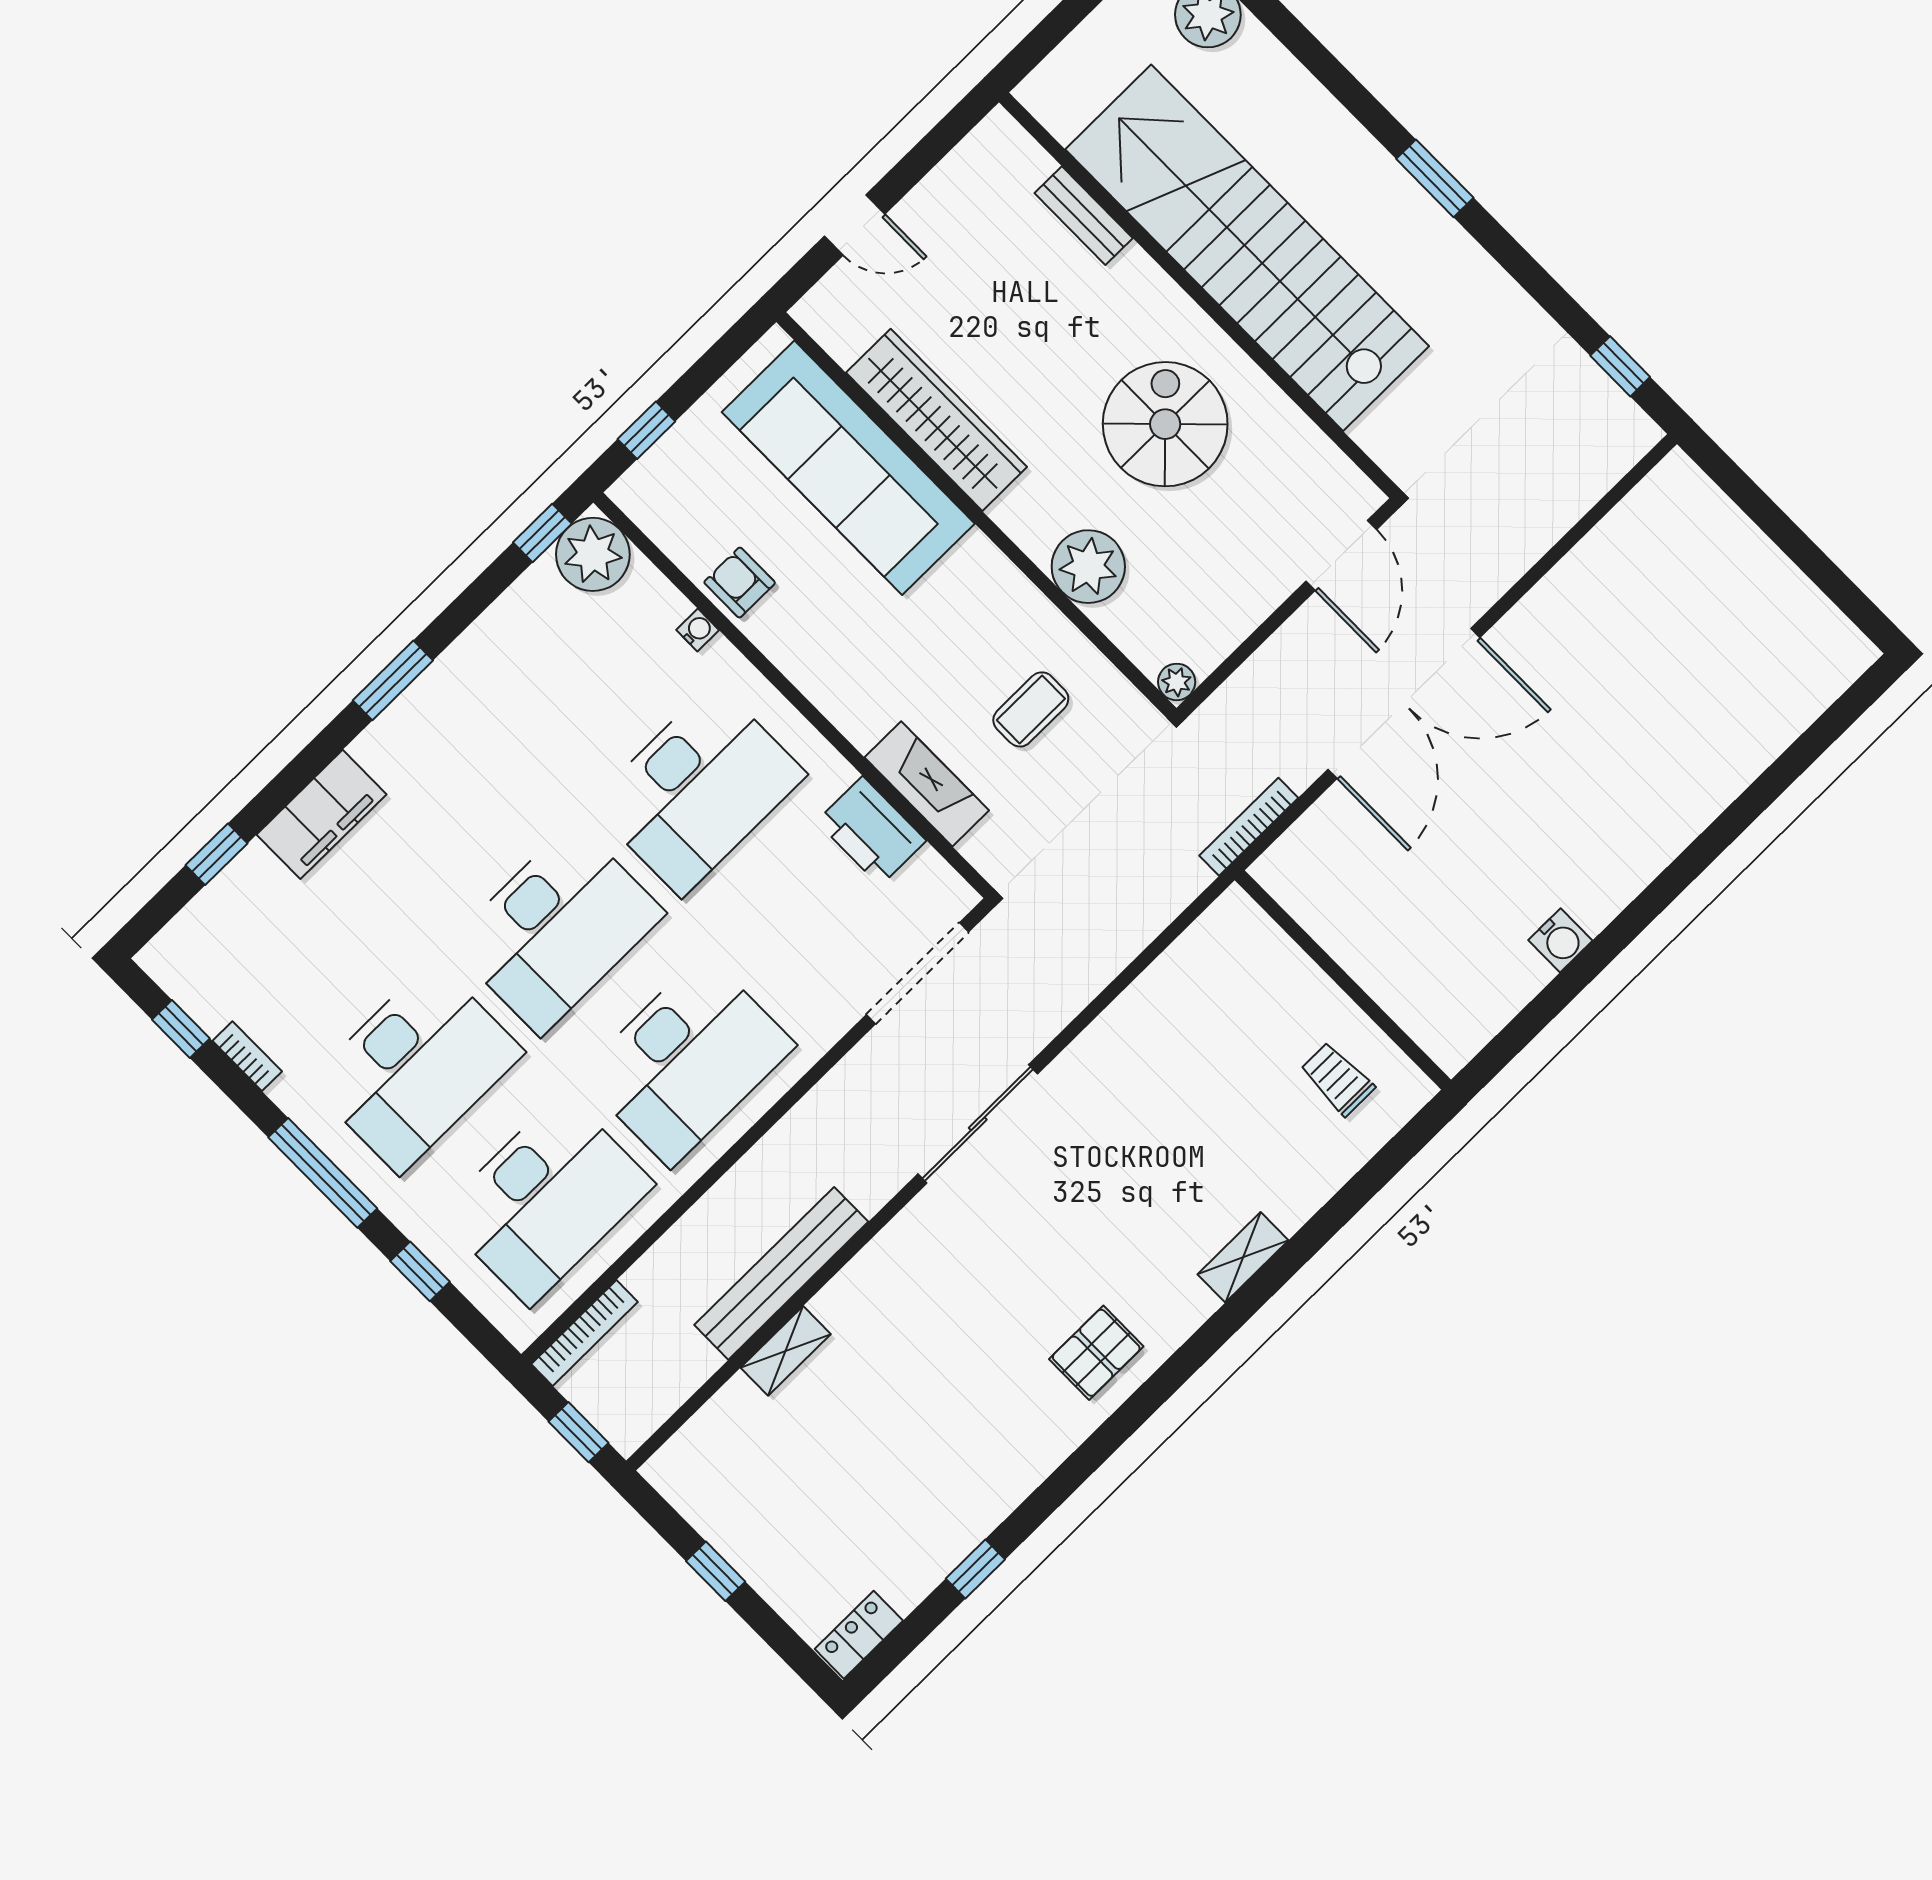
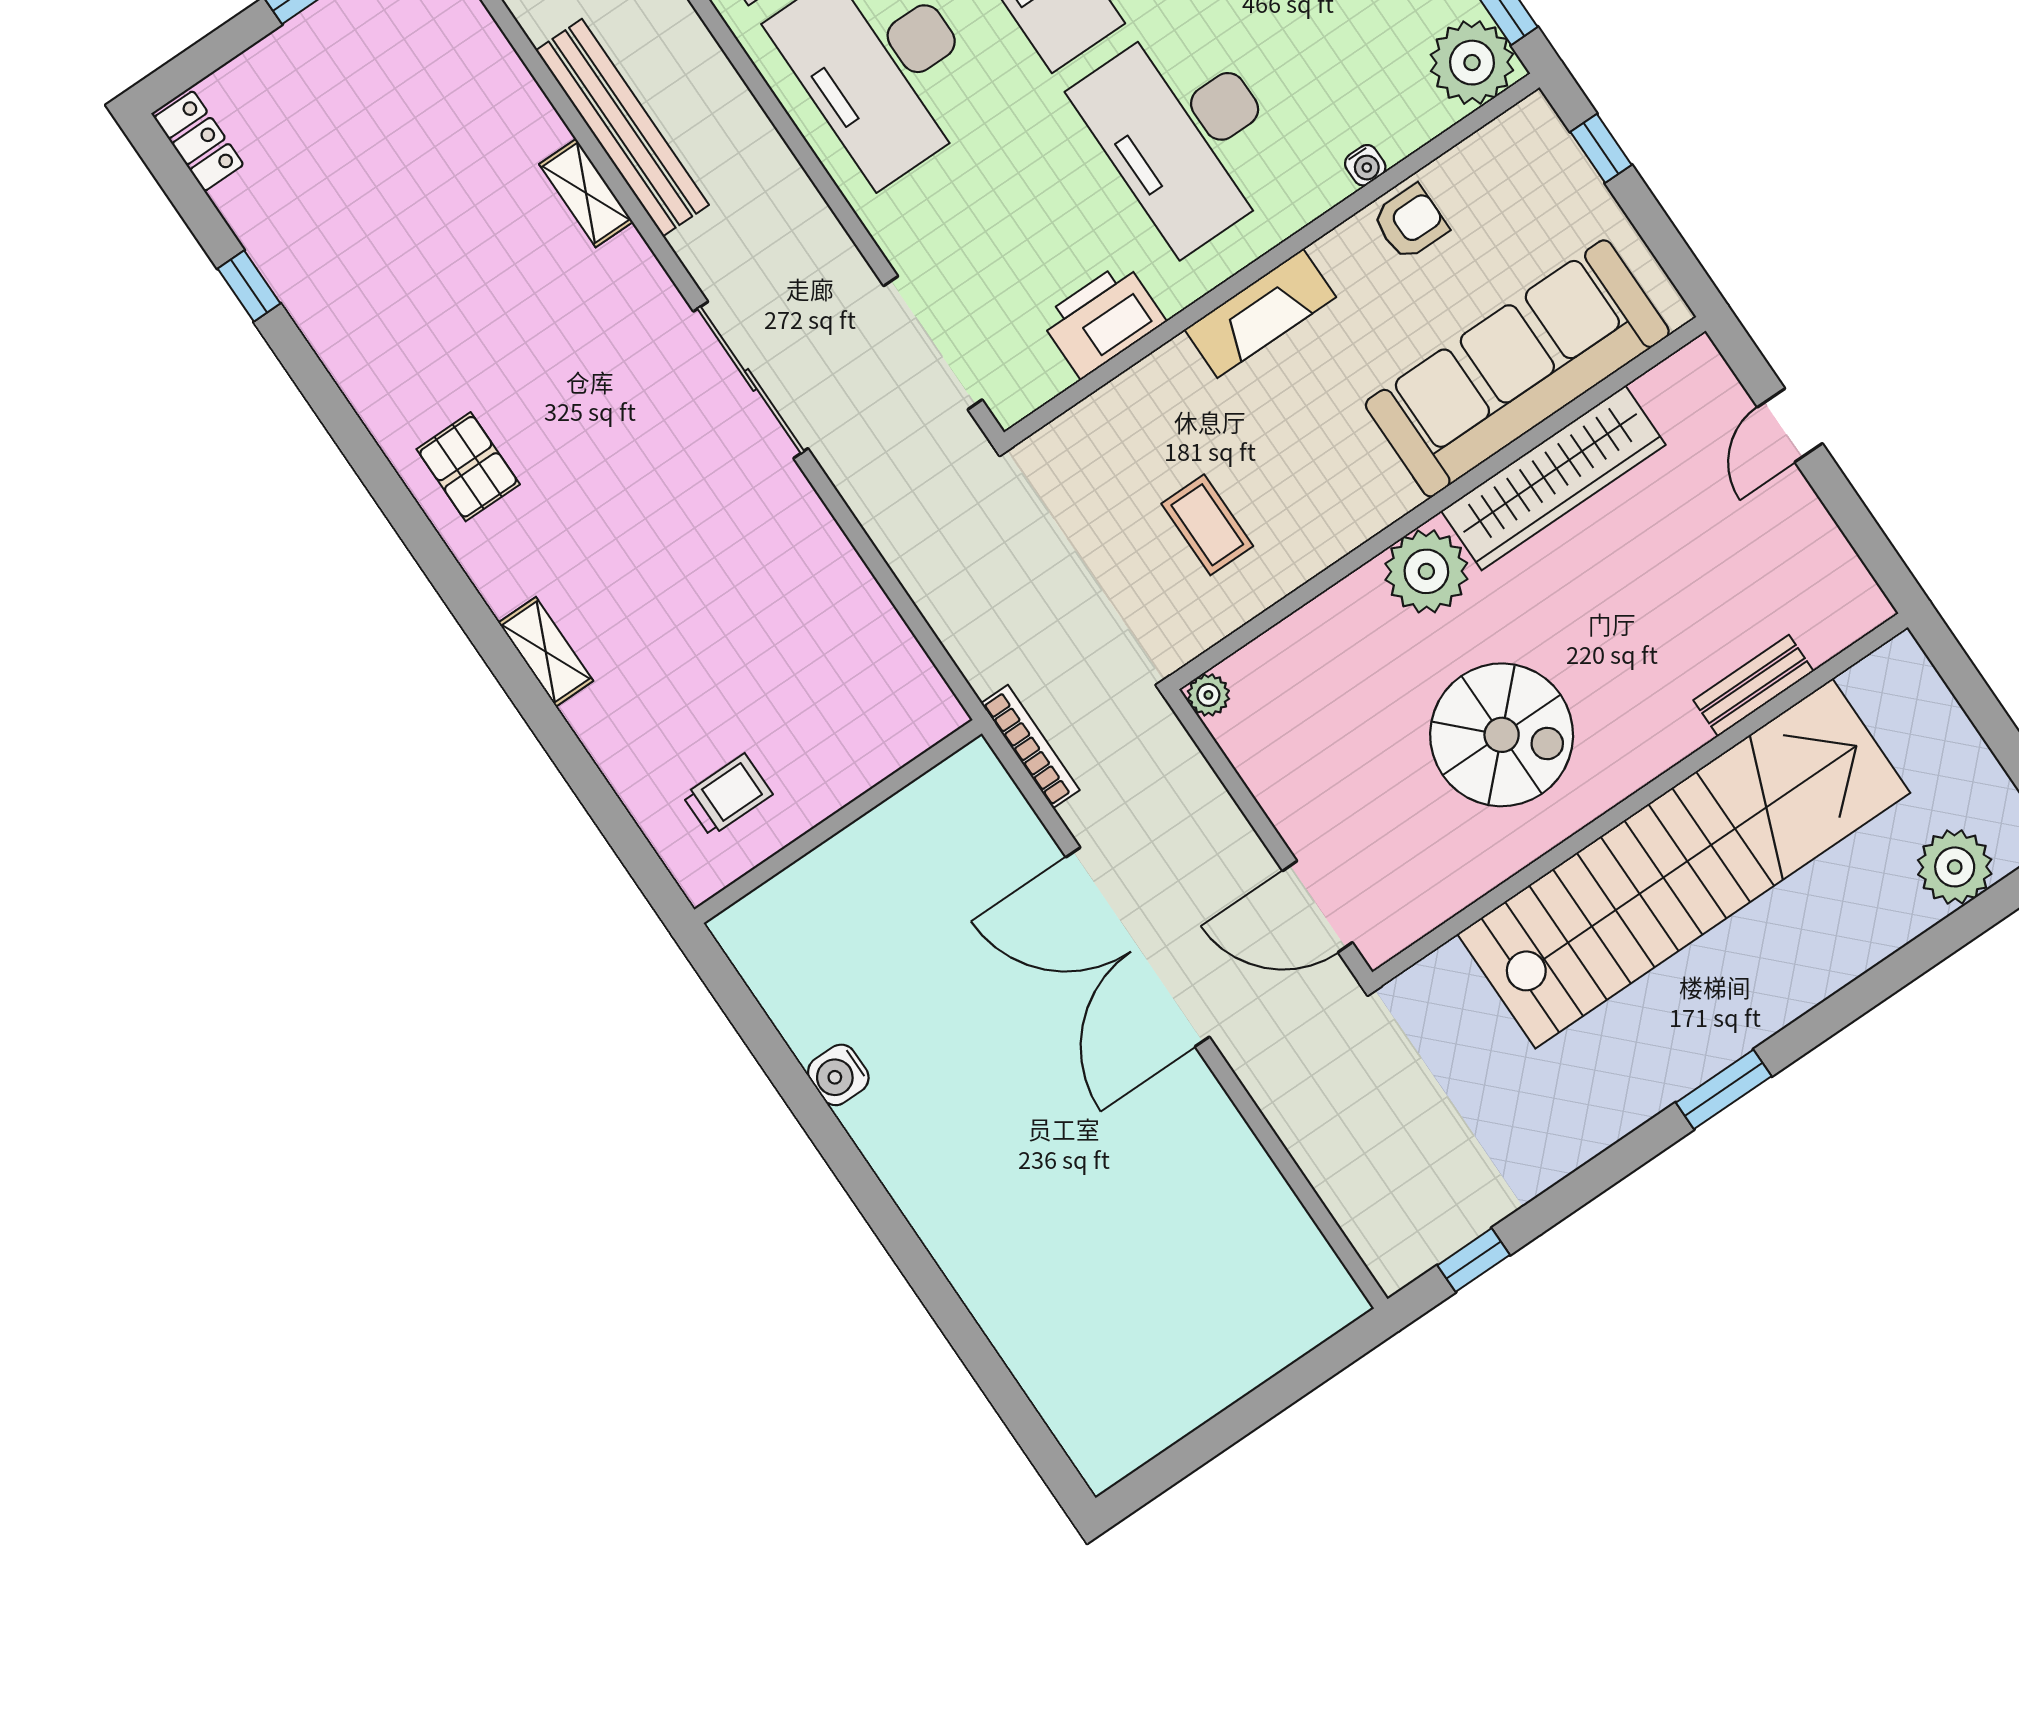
plant: (1088, 567) -> (1426, 571), moved
fireplace: (927, 784) -> (1260, 313), moved
shelving: (786, 1351) -> (586, 193), moved

